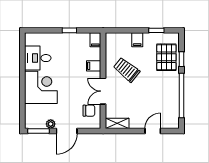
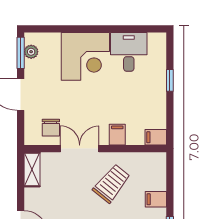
window: (69, 30) -> (170, 80), moved
plant: (51, 124) -> (31, 52), moved

